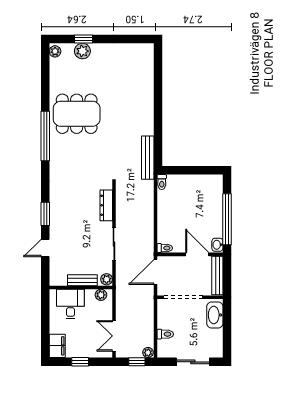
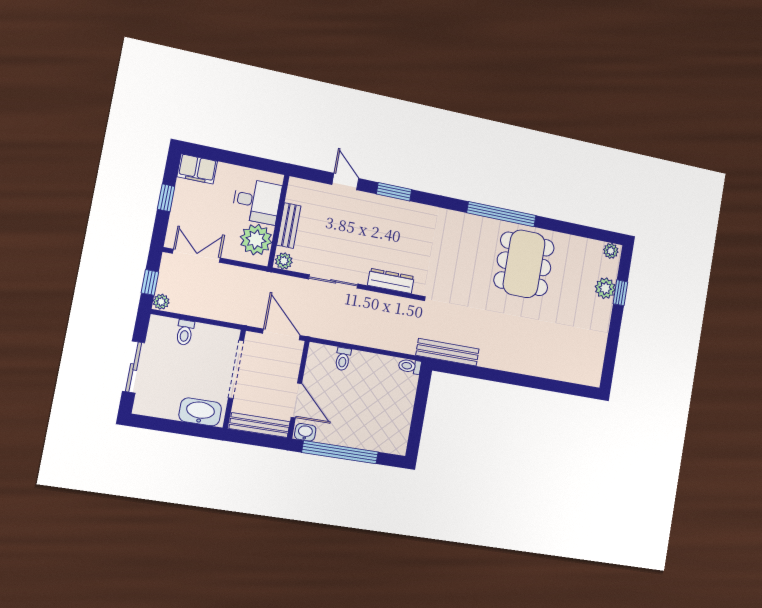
toilet: (165, 248) -> (343, 359), moved
door: (197, 254) -> (296, 400), hinge flipped
plant: (101, 295) -> (256, 240), width x1.87, depth x1.87

